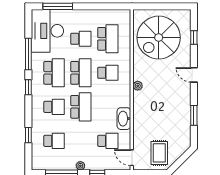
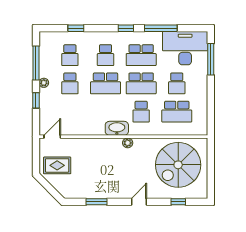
spiral stairs: (159, 38) -> (178, 165), turned -90
washbasin: (124, 119) -> (117, 128), moved
school desk: (108, 141) -> (70, 83), moved

